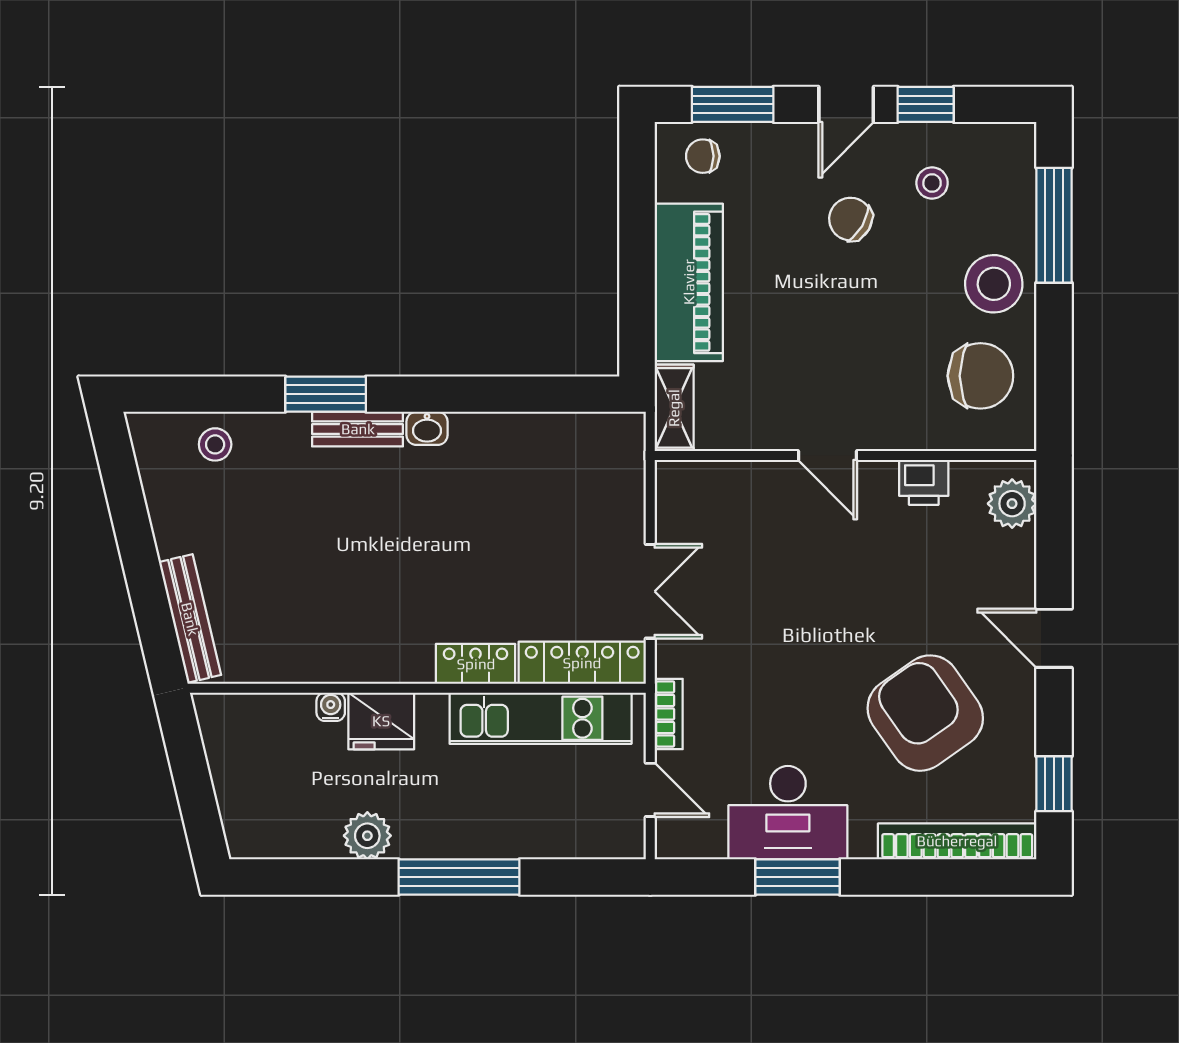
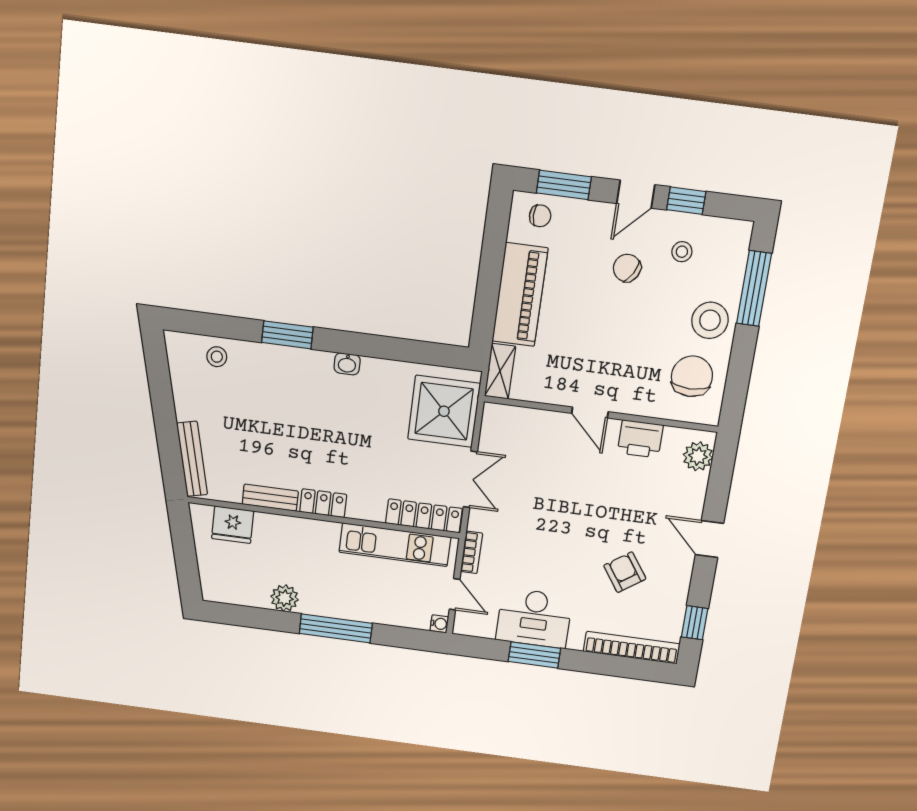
chair: (703, 156) -> (540, 216), turned 180
chair: (980, 376) -> (692, 376), turned -90
bench: (358, 429) -> (270, 498), moved
printer: (924, 482) -> (640, 439), width x1.36, depth x1.24
shower: (593, 485) -> (444, 411), added
locker: (476, 664) -> (323, 503), moved
water cooler: (331, 707) -> (439, 624), moved, turned 90
armchair: (925, 713) -> (625, 572), width x0.53, depth x0.53
fridge: (381, 721) -> (233, 525), moved

